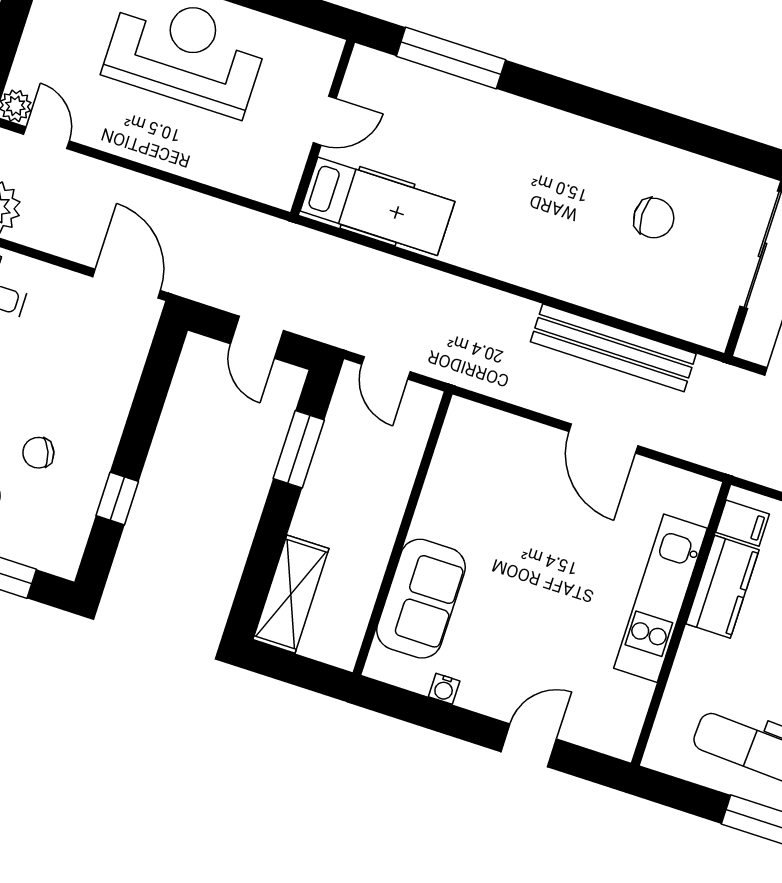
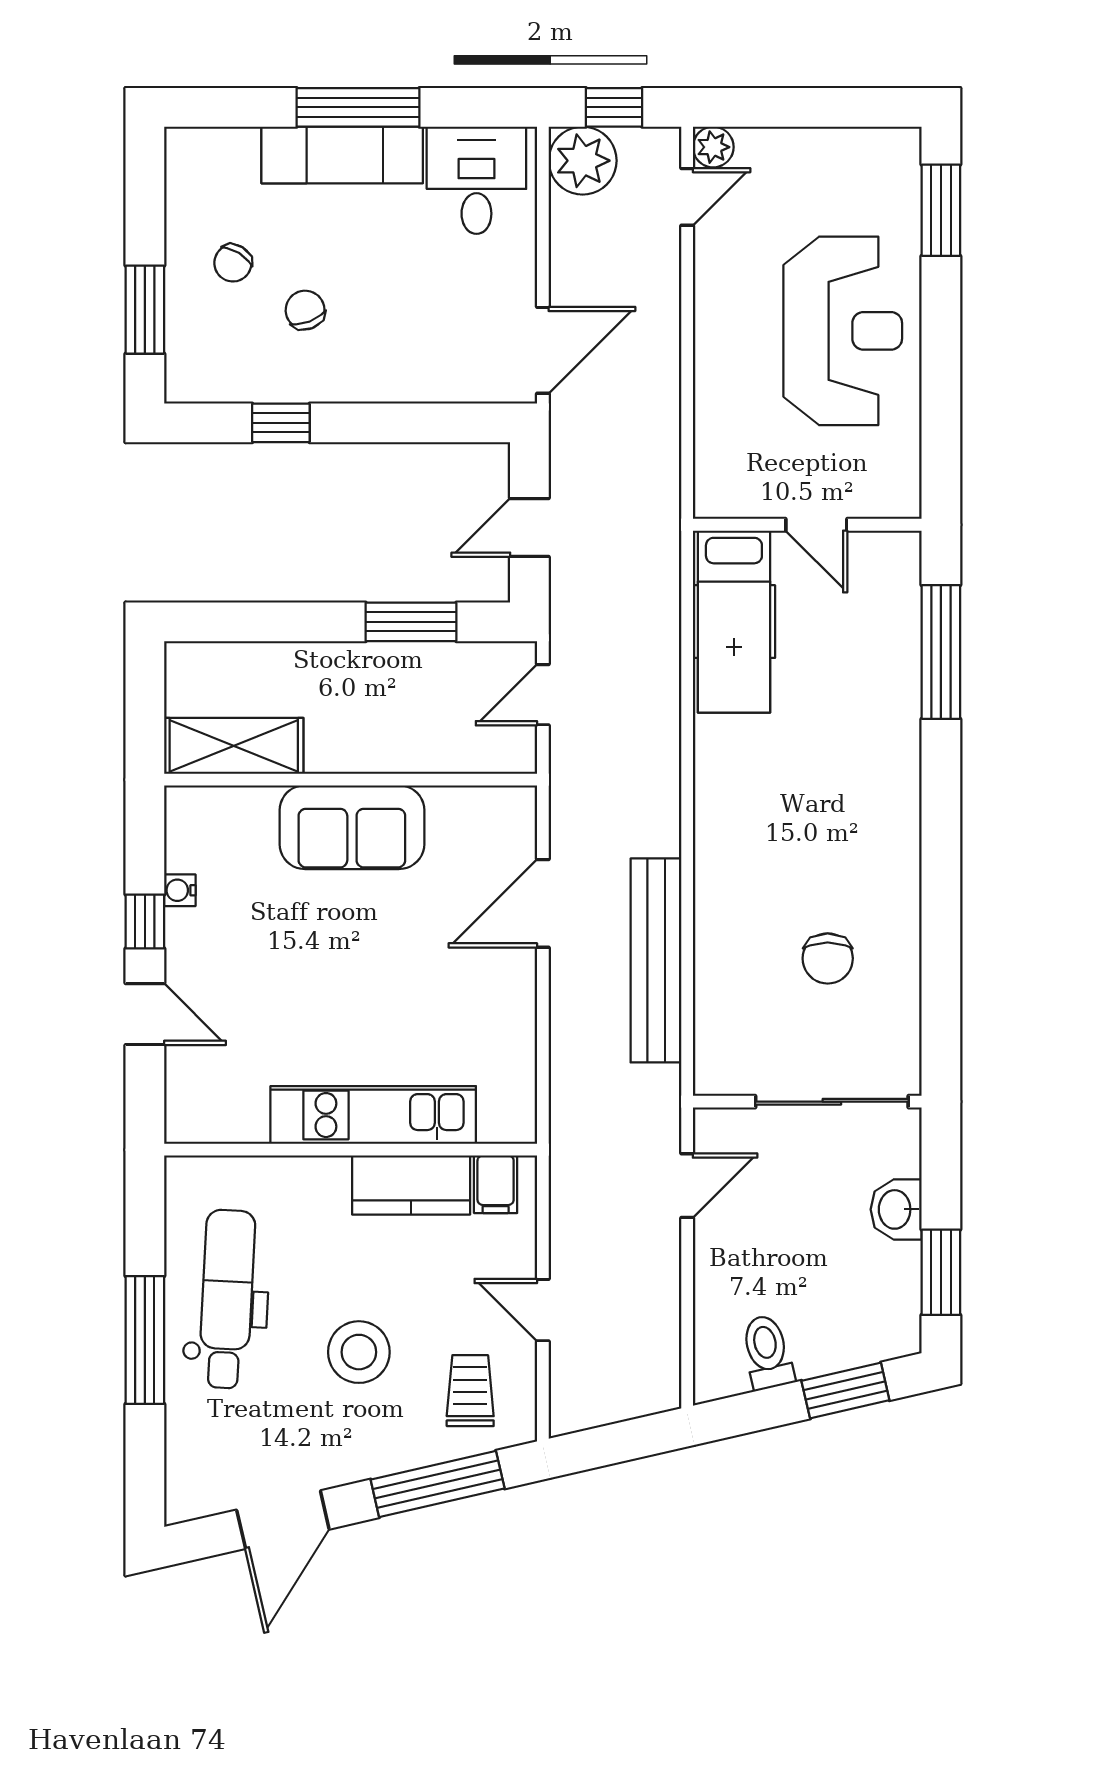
door: (603, 439) -> (543, 903), moved
shelving: (291, 594) -> (234, 746), moved
sofa: (421, 599) -> (352, 827), moved
window: (459, 723) -> (145, 921), added

